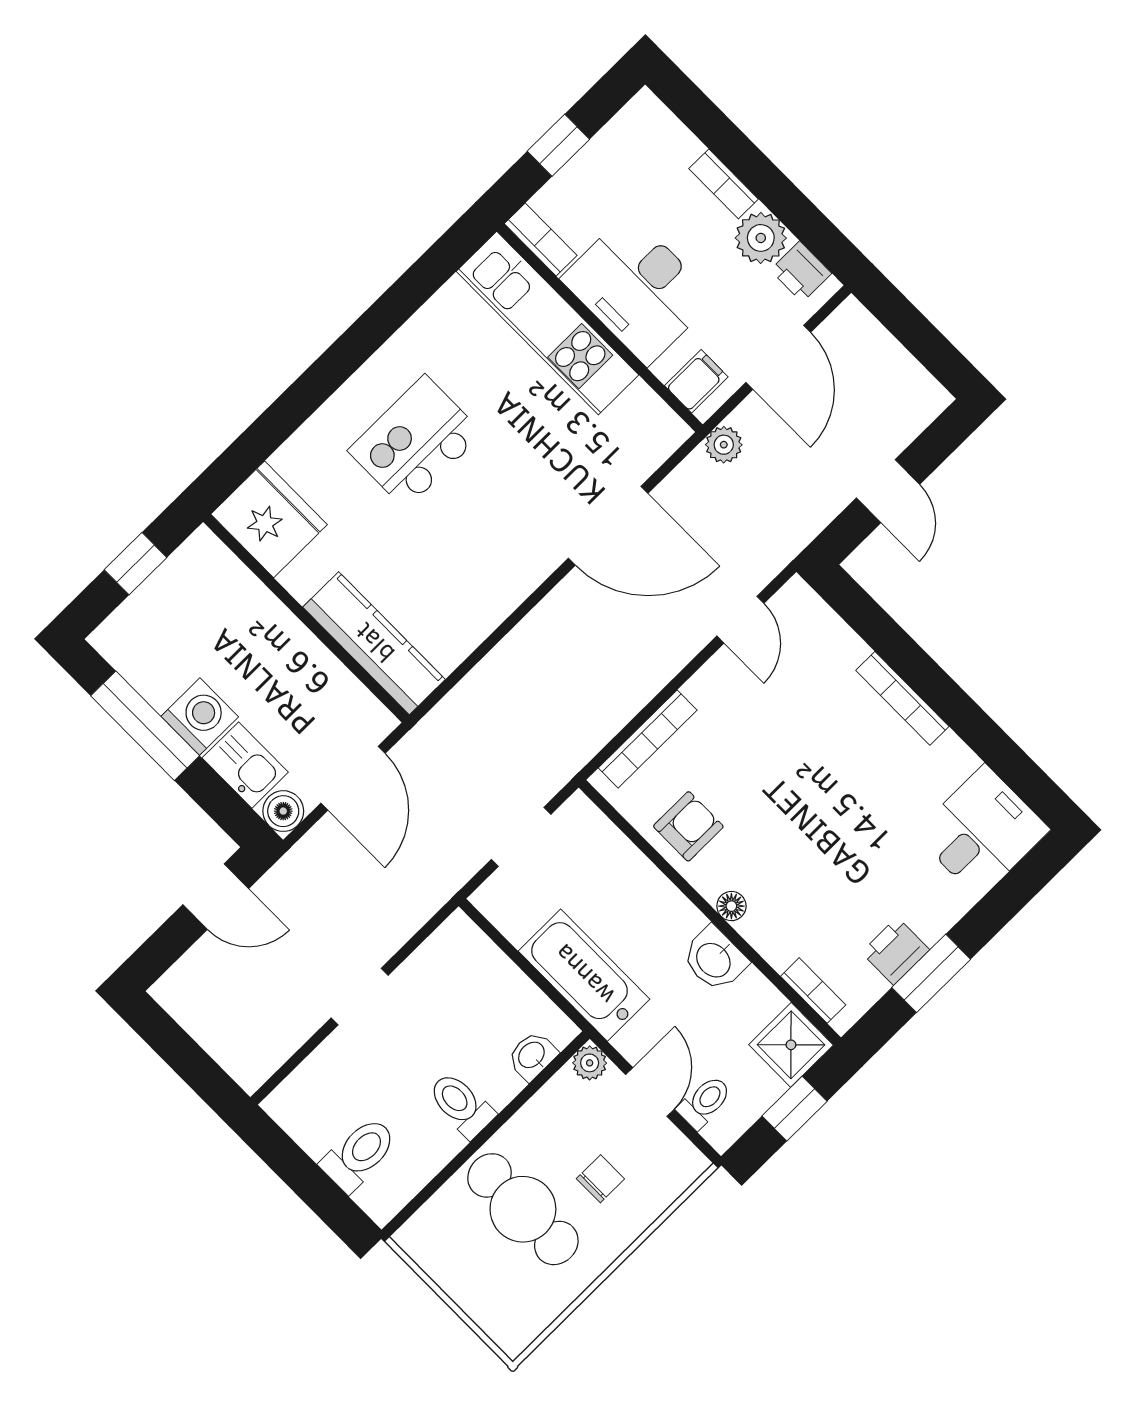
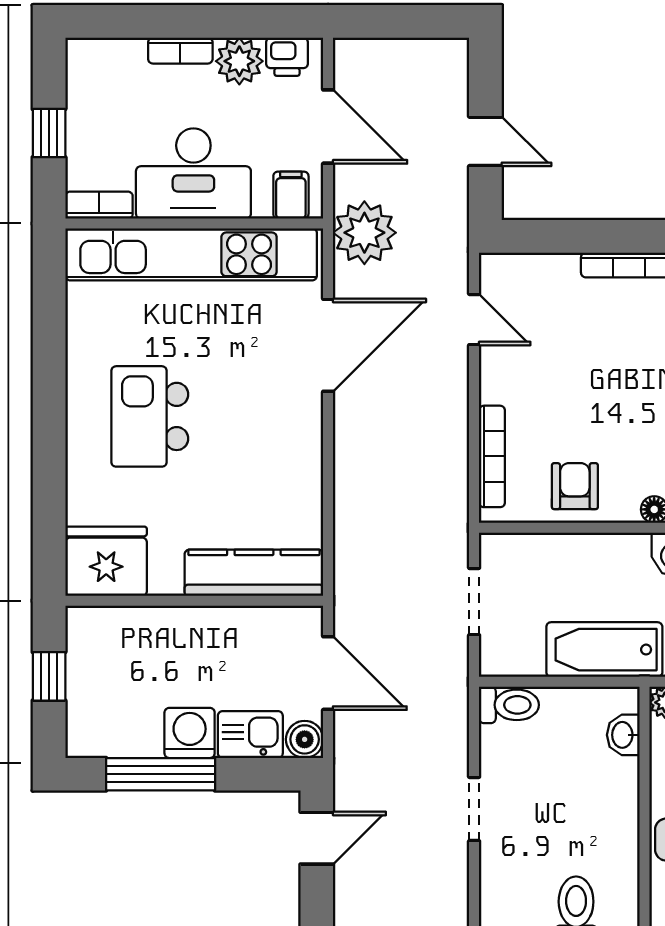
kitchen unit: (547, 323) -> (191, 254), width x1.36
plant: (724, 445) -> (364, 233), width x1.87, depth x1.87
toilet: (461, 1105) -> (509, 705), moved, turned 180

